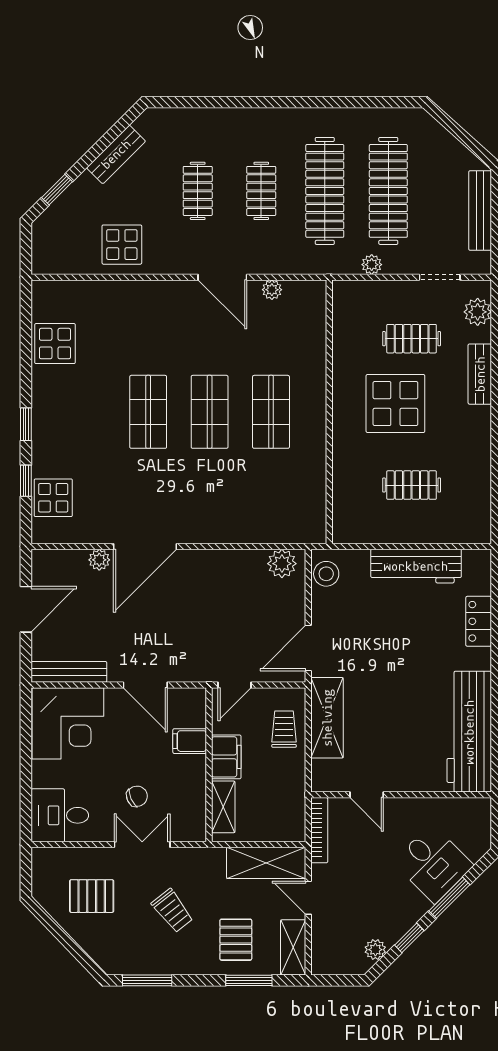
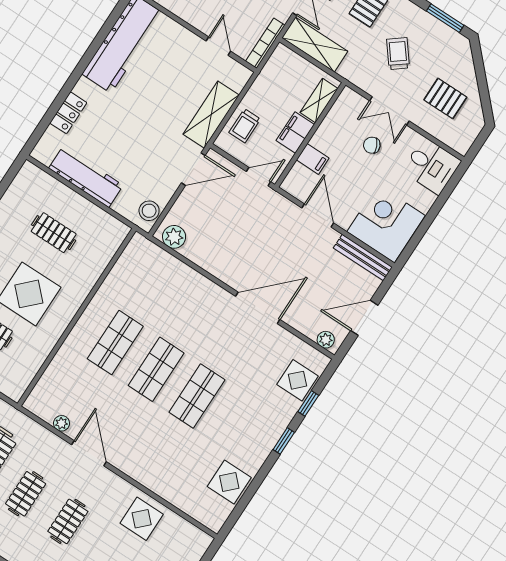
plant: (99, 560) -> (326, 340), moved

